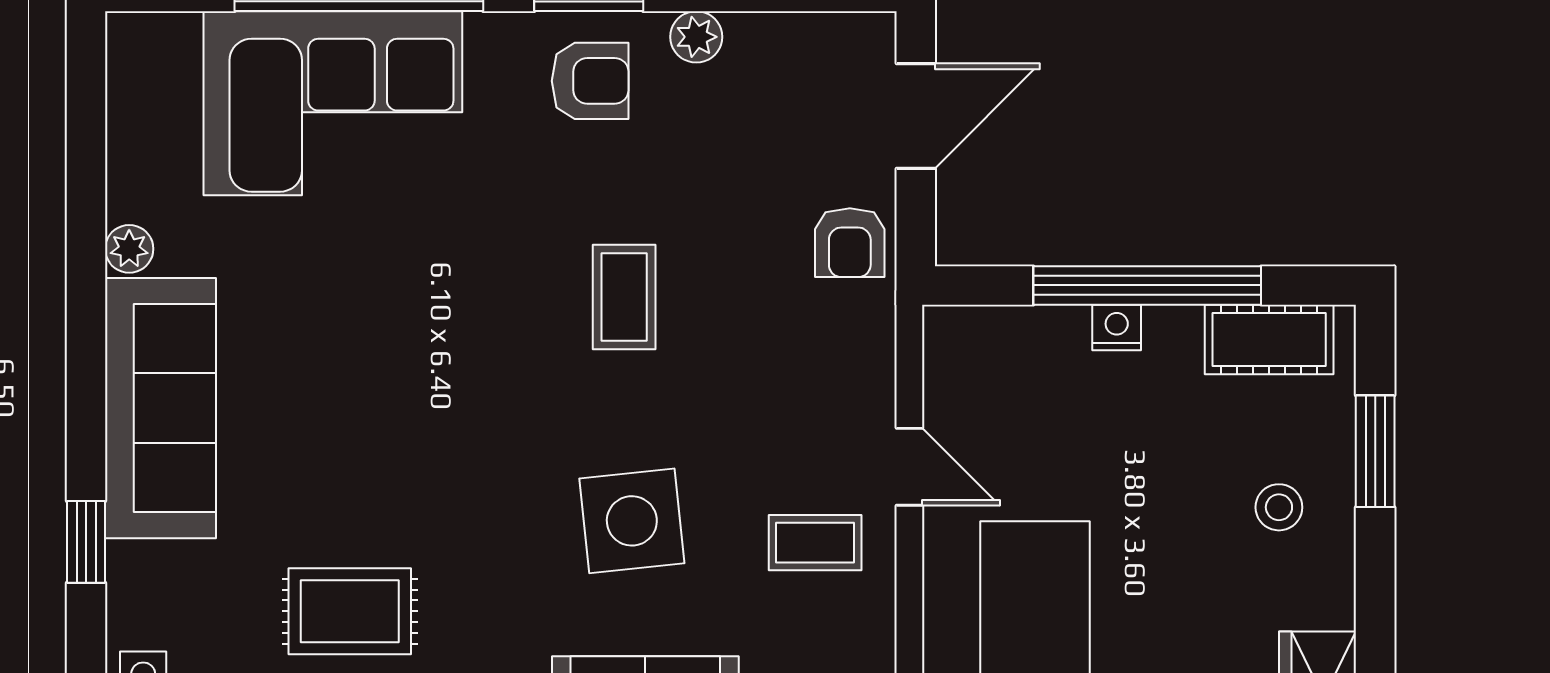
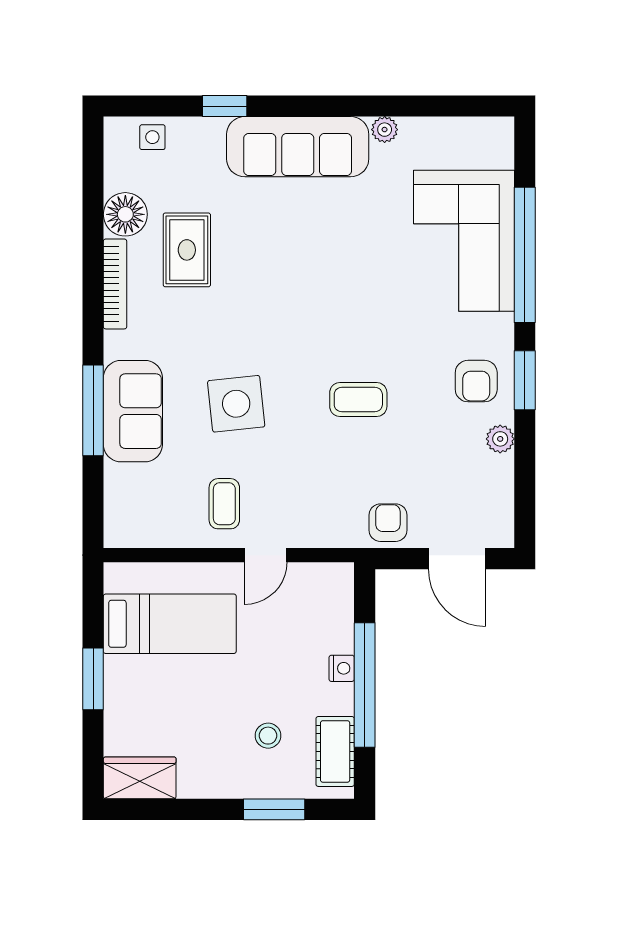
armchair: (850, 243) -> (388, 523), turned 90
stool: (1279, 507) -> (268, 736), moved

